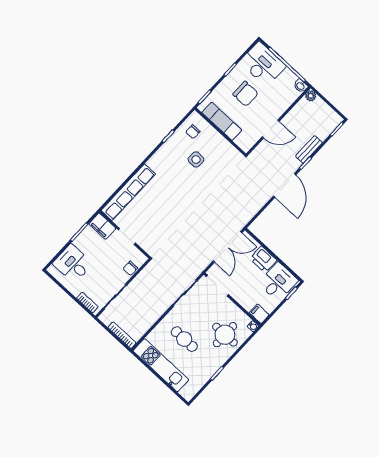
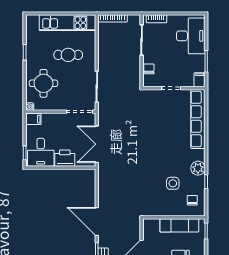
plant: (165, 153) -> (198, 168), added
filing cabinet: (102, 226) -> (200, 80), width x0.50
desk: (73, 264) -> (191, 36), width x1.37

